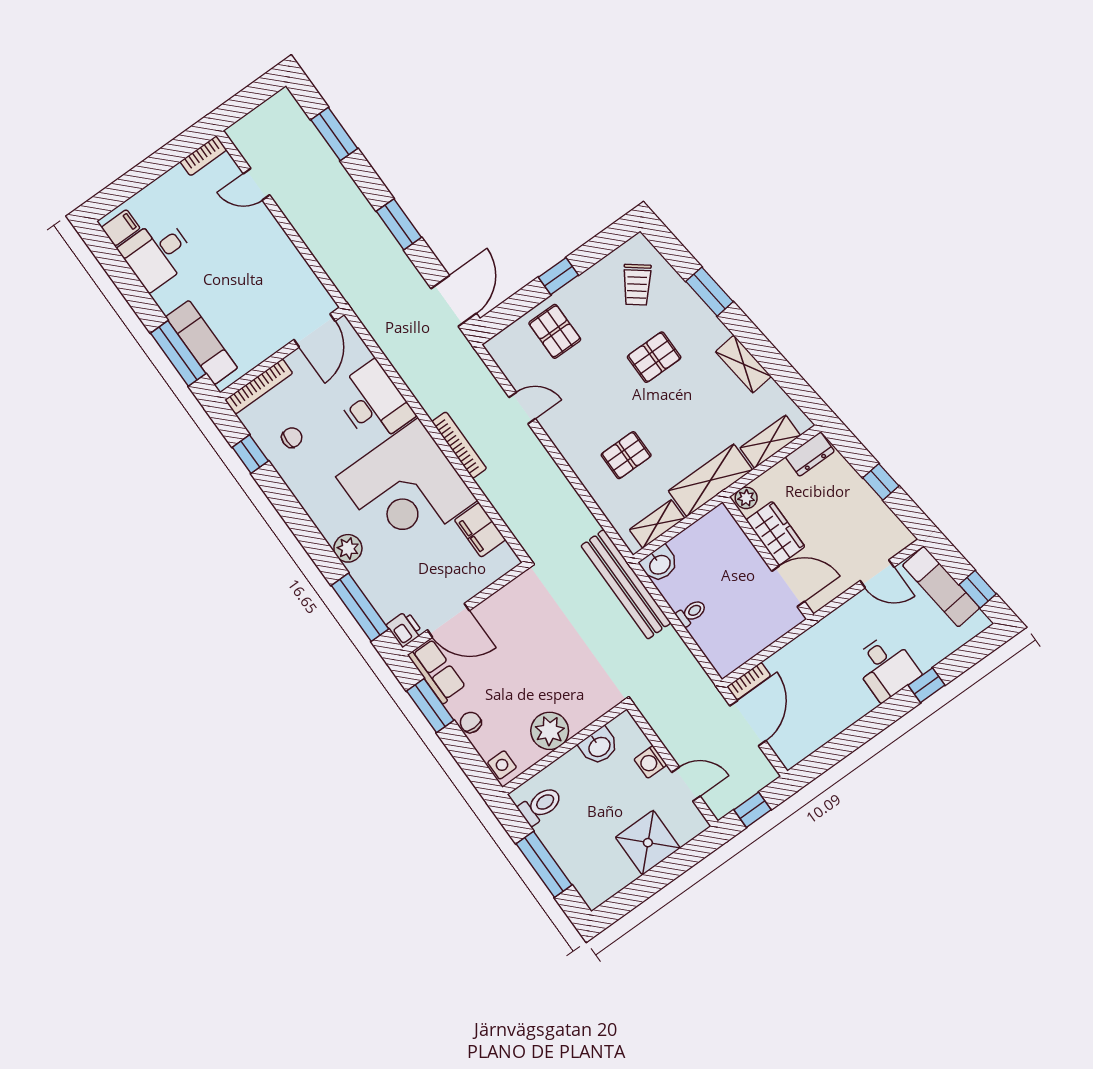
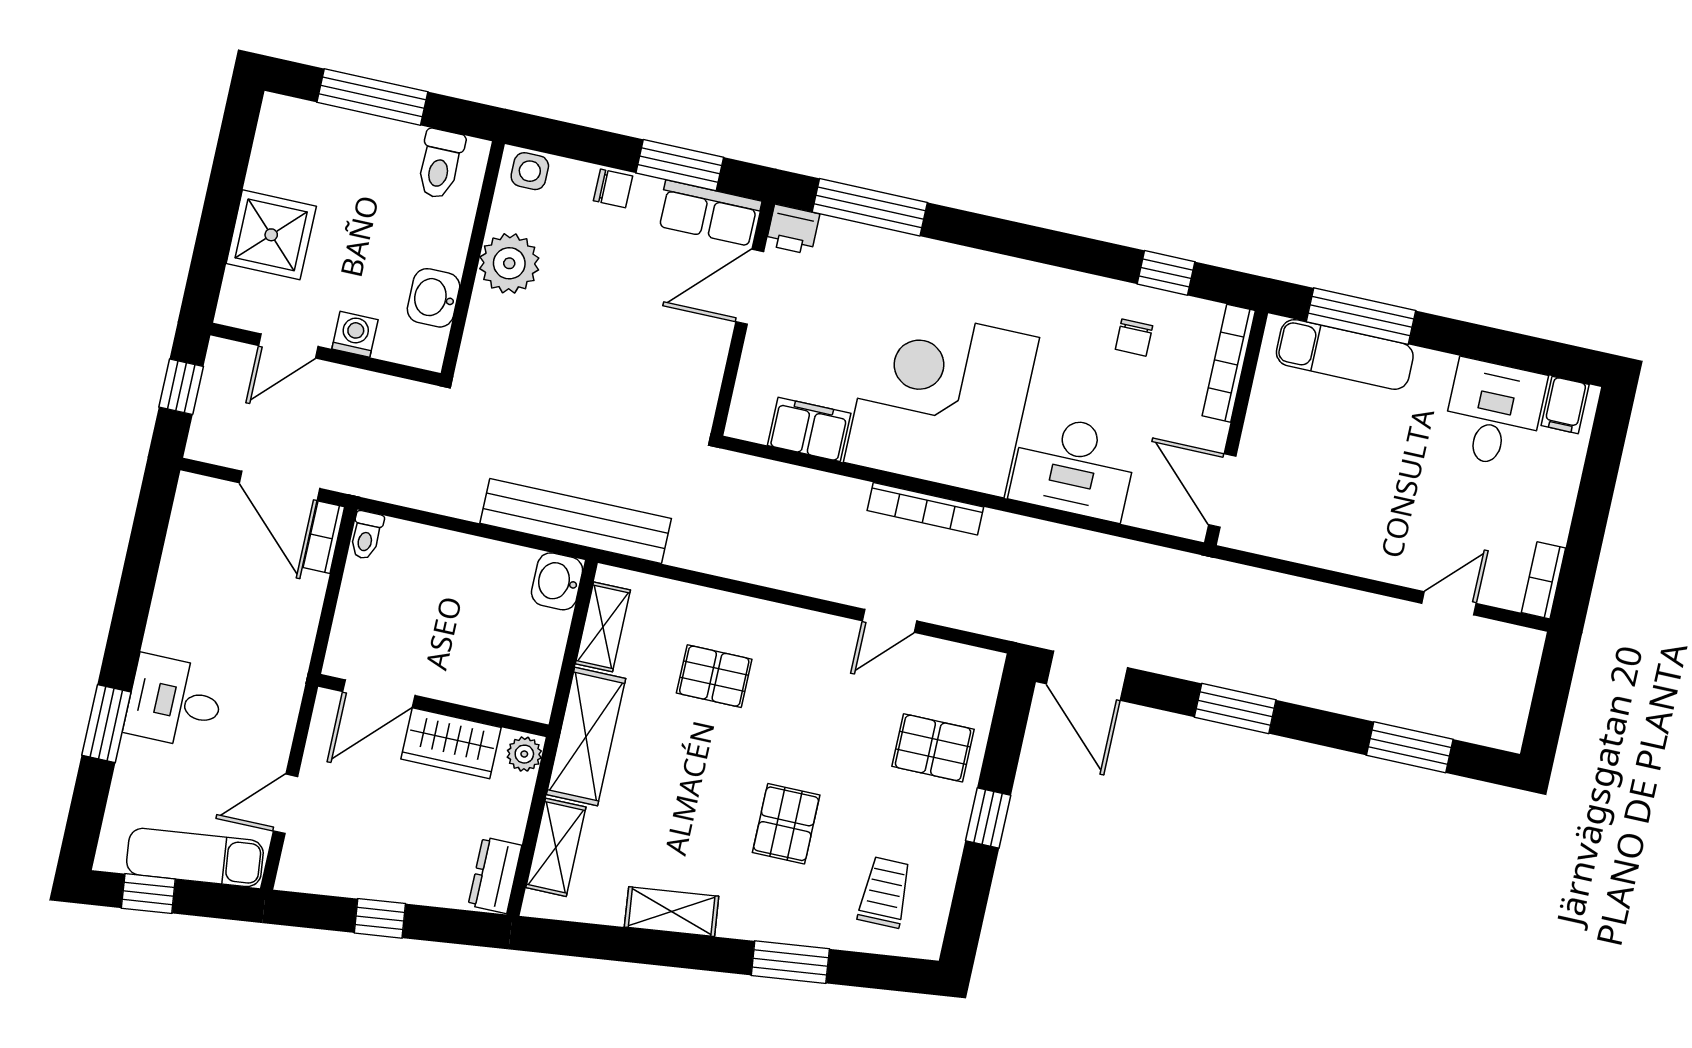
trolley: (637, 285) -> (885, 892), turned 52
pallet: (626, 455) -> (714, 676), turned 90
plant: (348, 548) -> (948, 265), removed
toilet: (691, 613) -> (366, 535), moved
window: (927, 685) -> (106, 724), width x1.50

